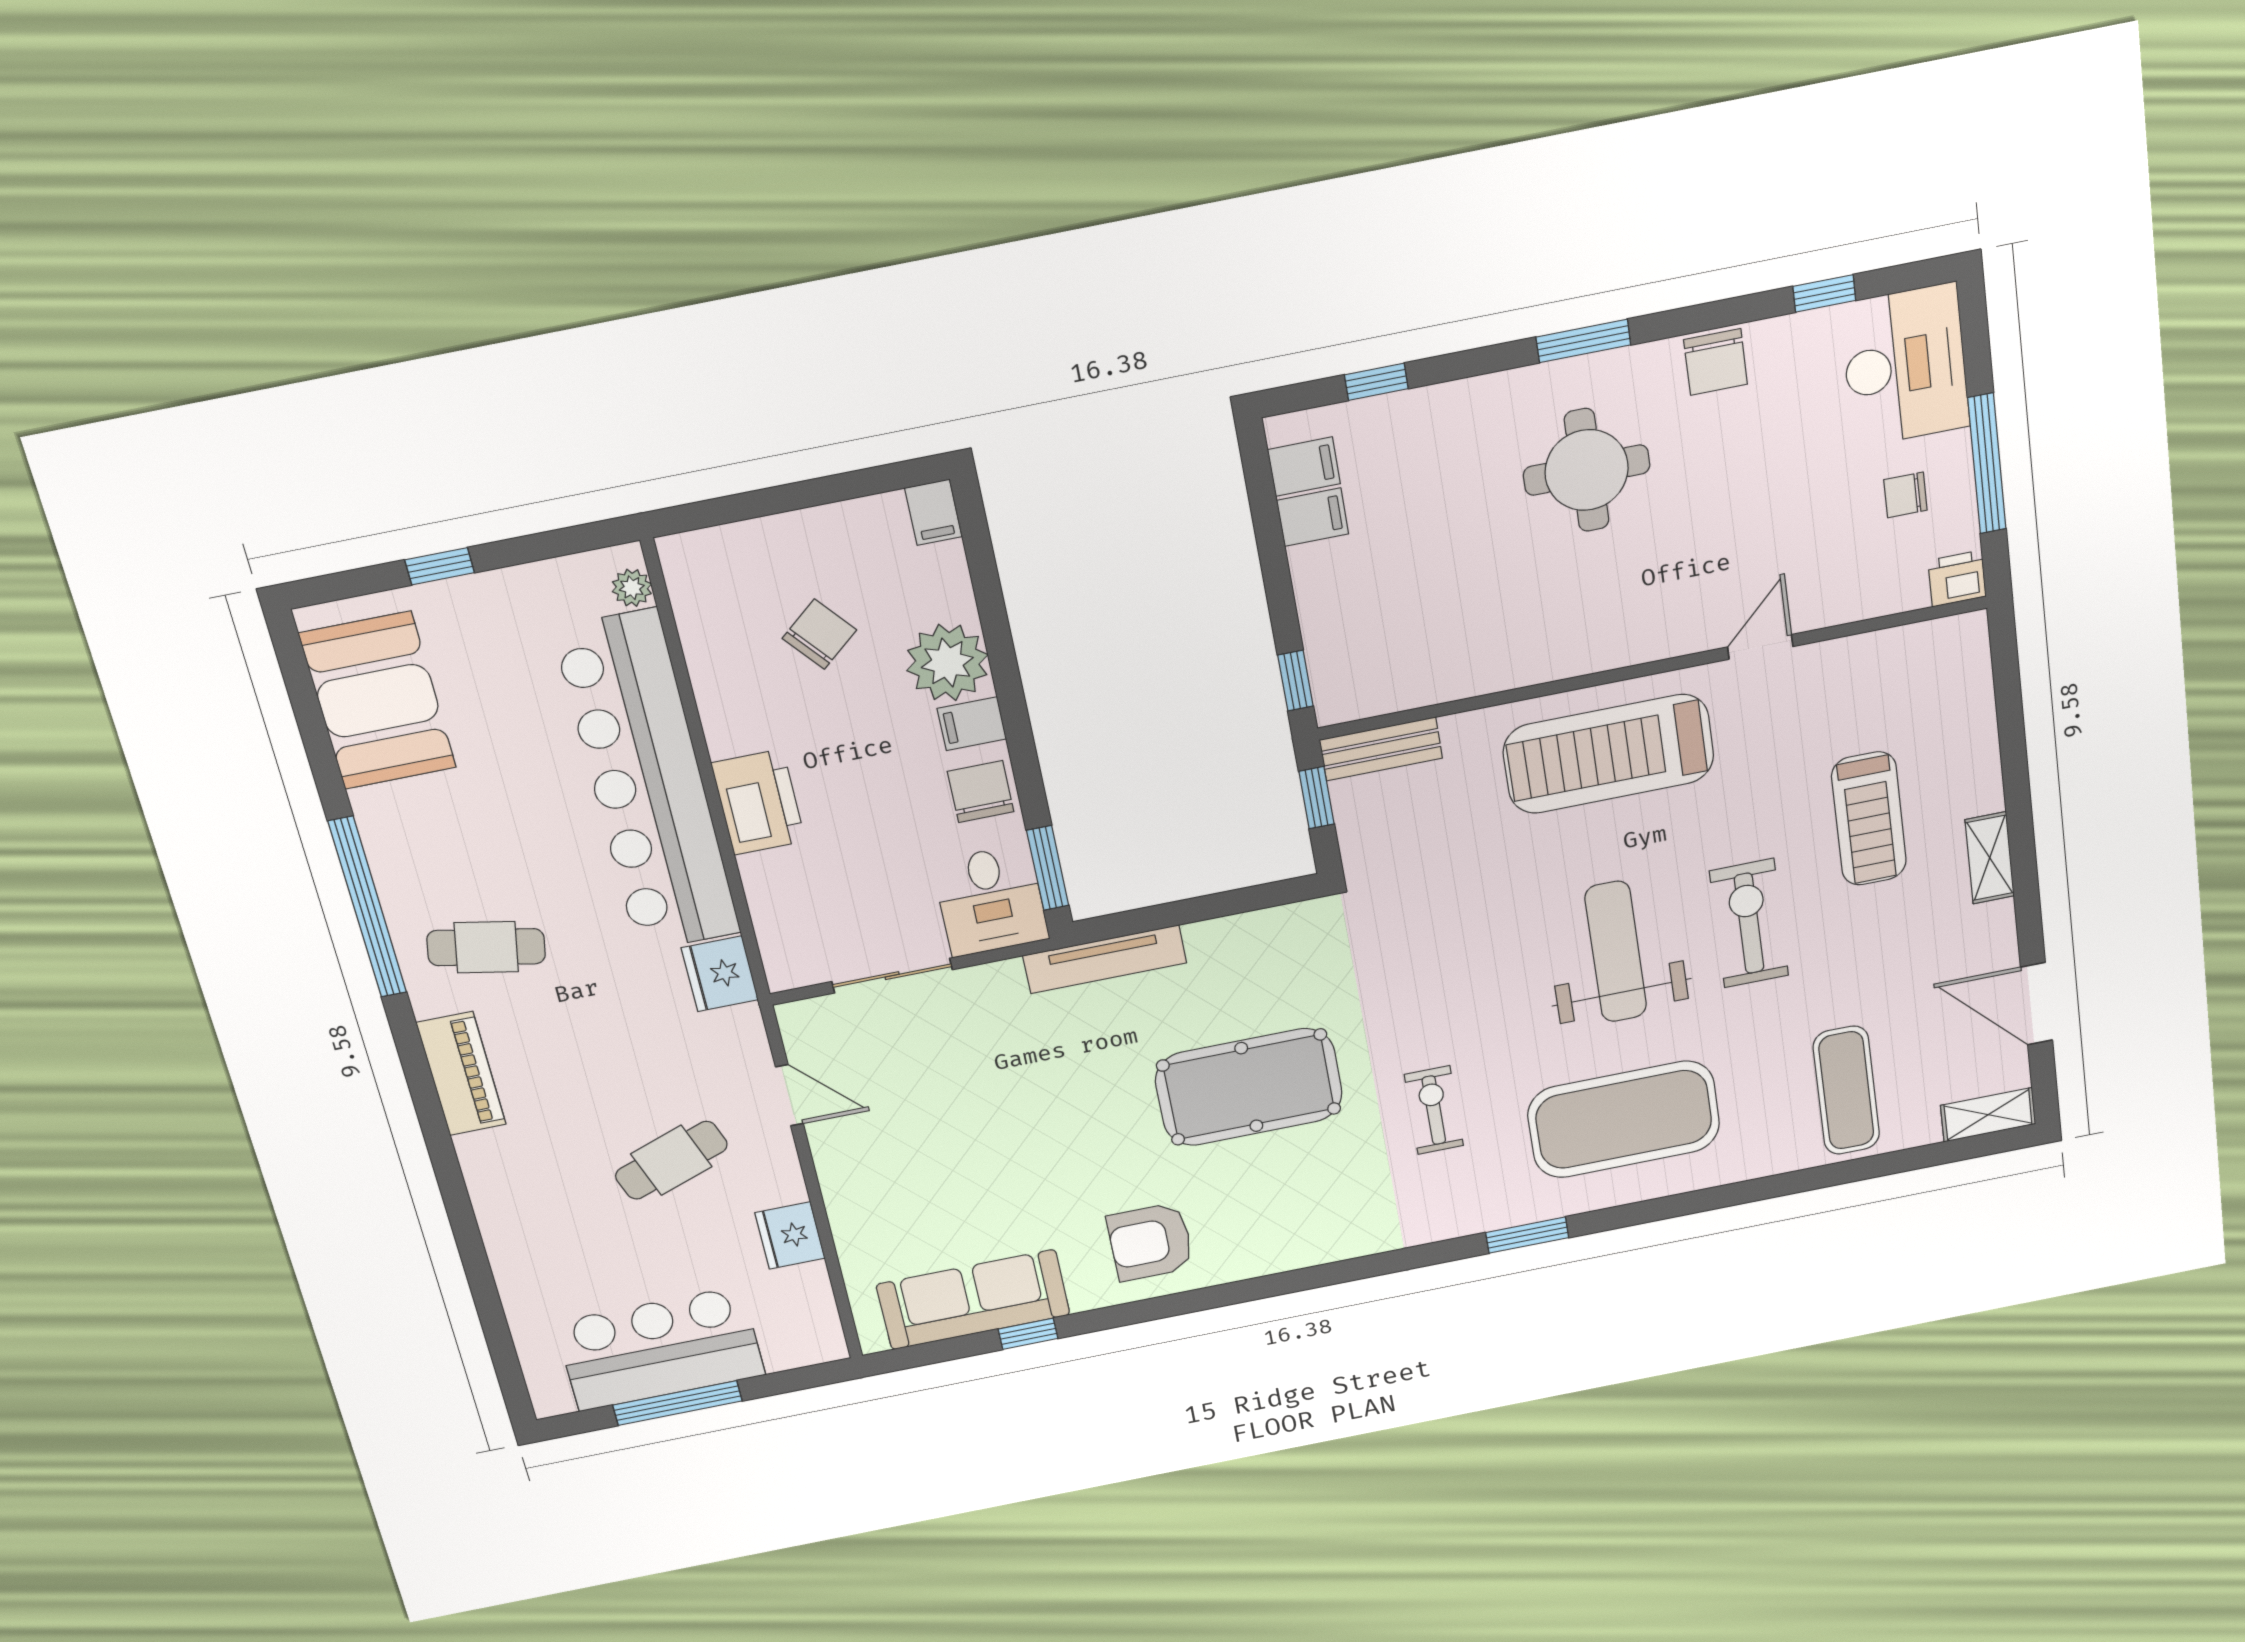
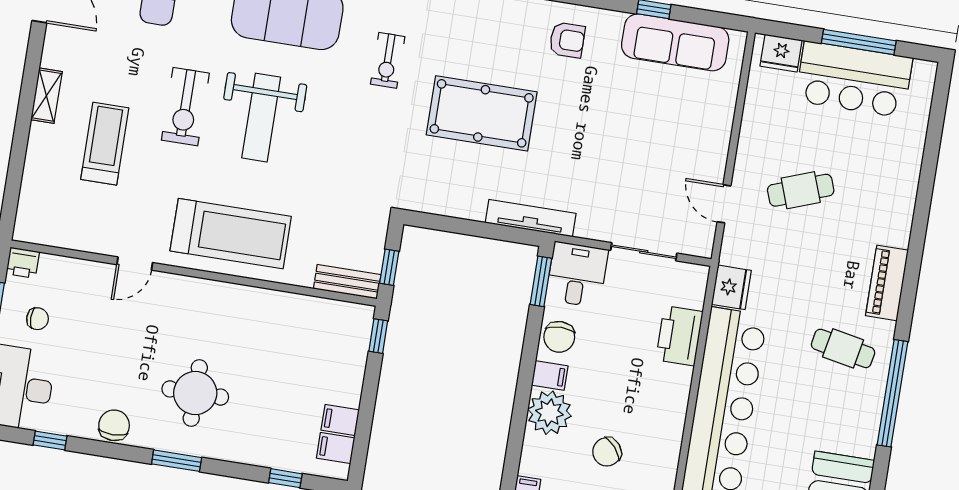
printer: (758, 802) -> (679, 336), moved
fridge: (790, 1235) -> (781, 53), moved, turned 90
armchair: (1150, 1242) -> (567, 40), width x0.72, depth x0.72

